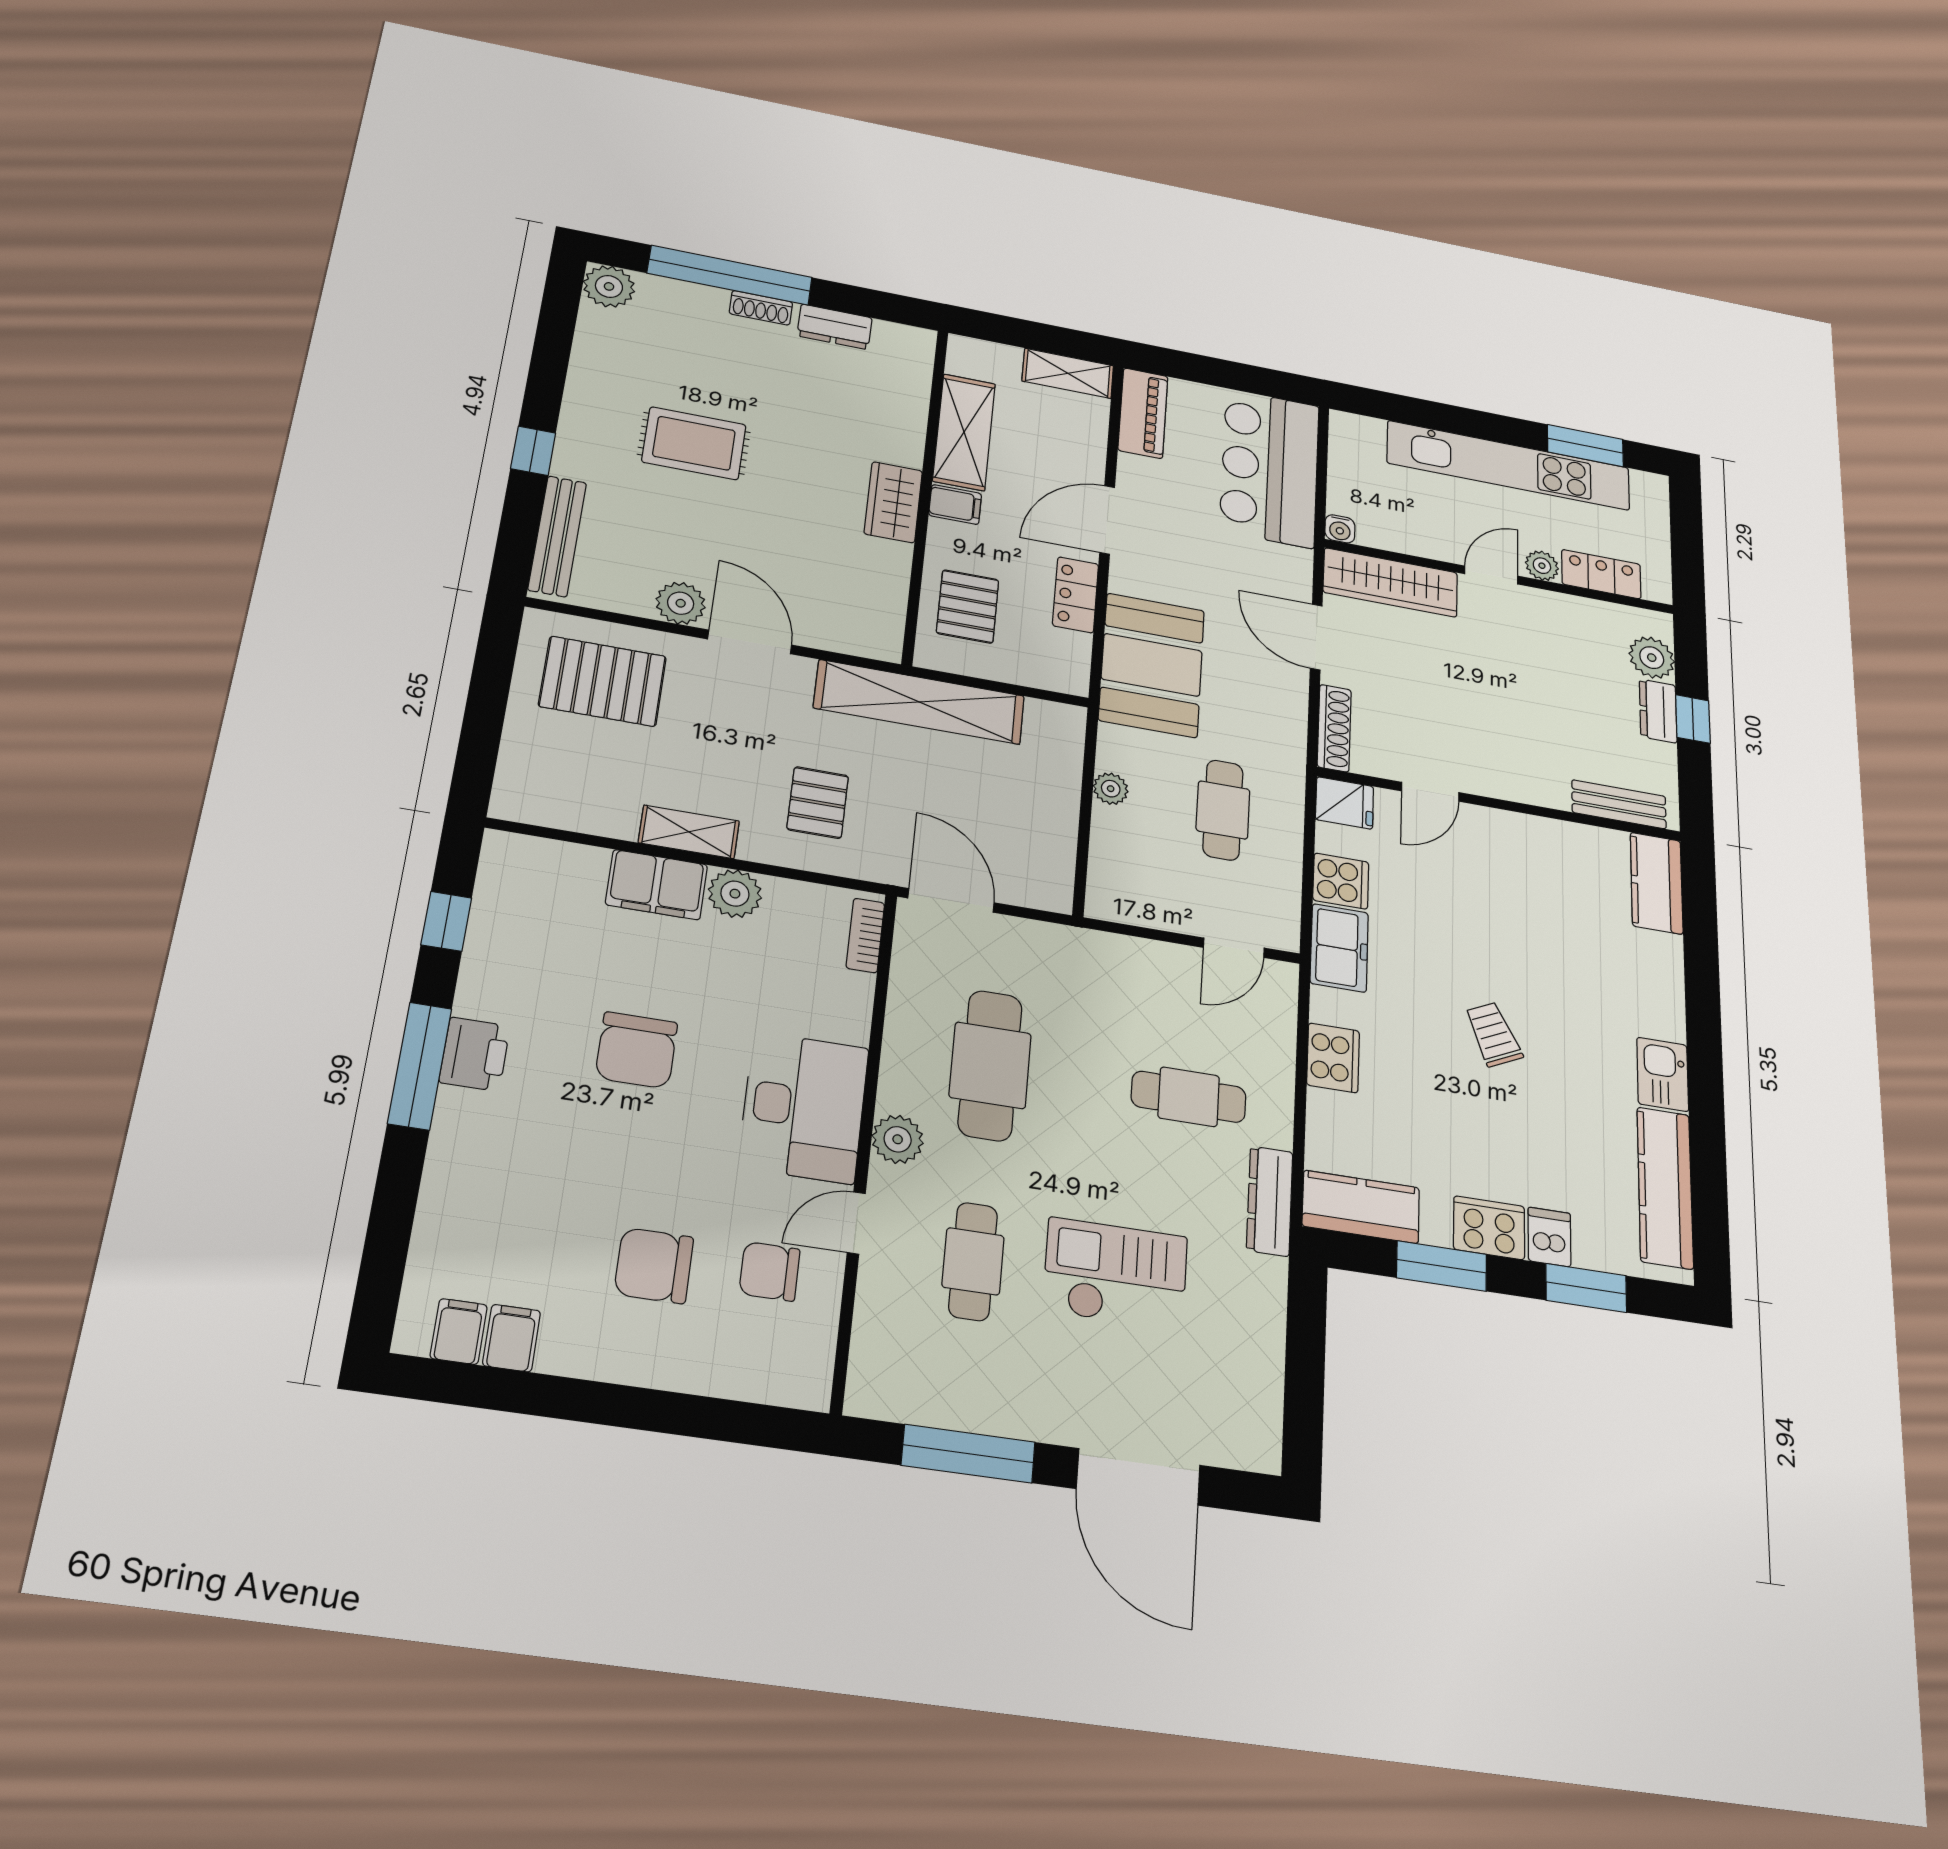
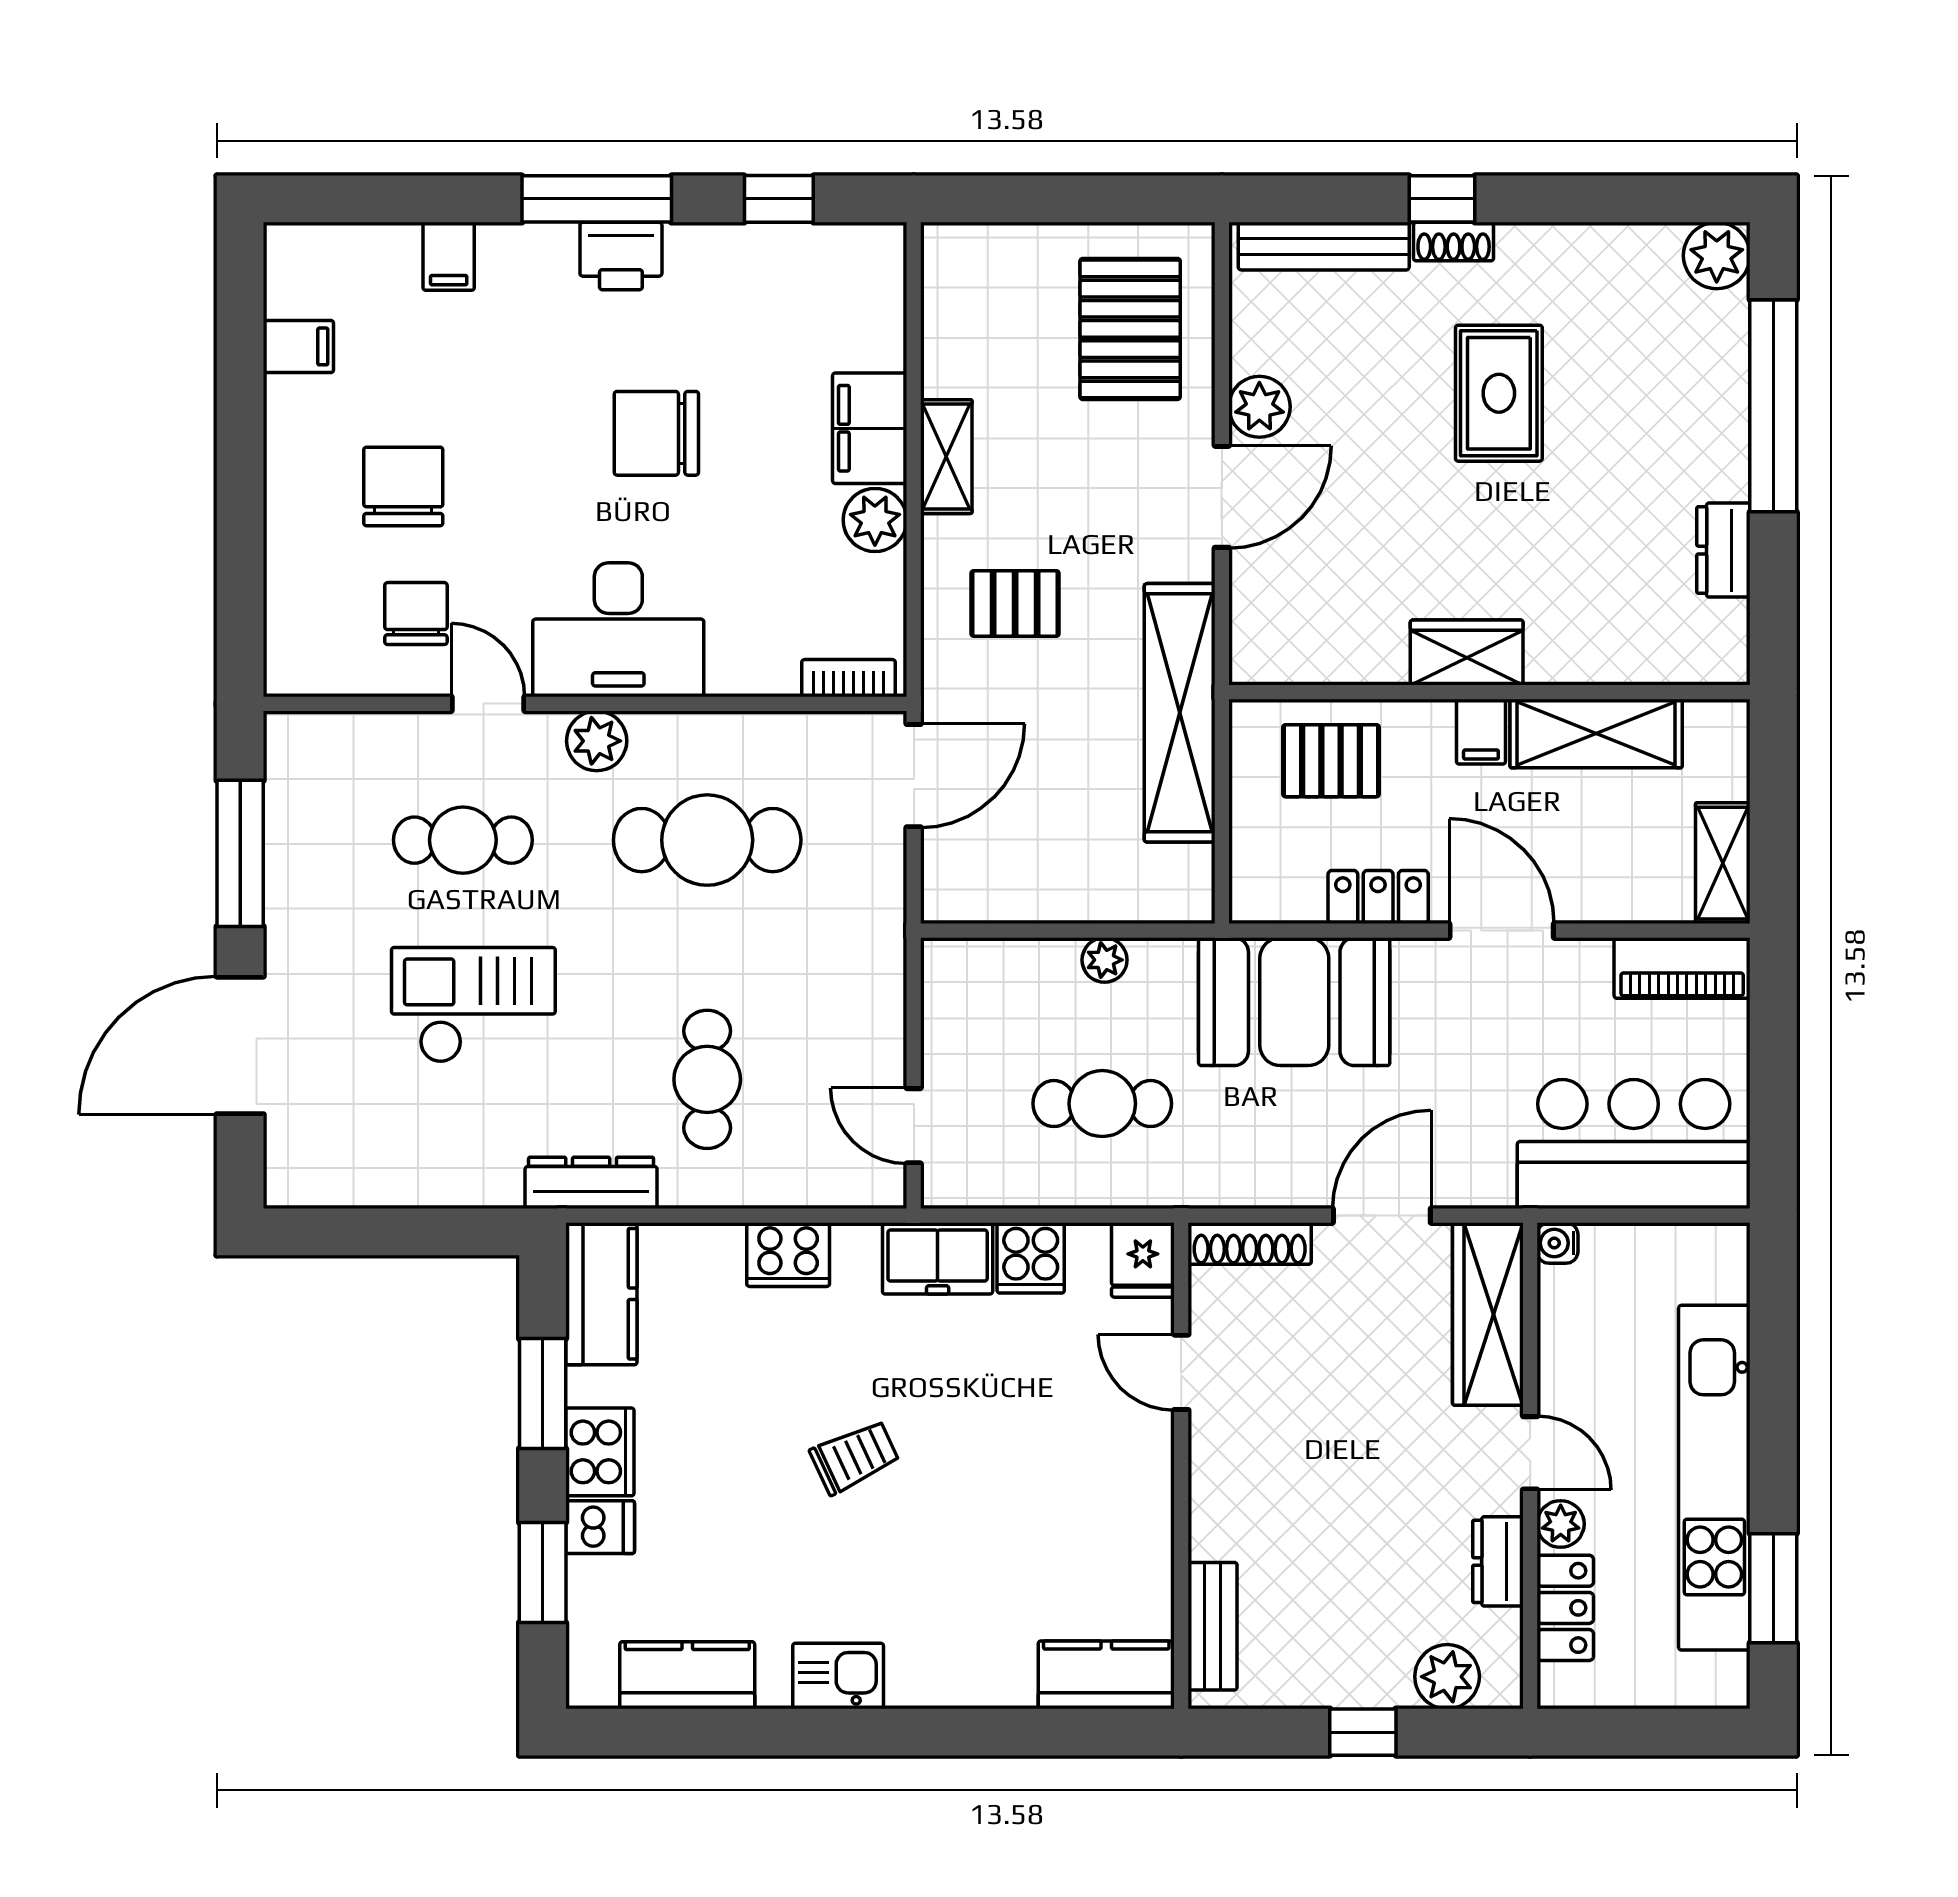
shoe rack: (761, 308) -> (1454, 242), moved, turned -90
dresser: (1658, 711) -> (1498, 1561), moved, turned -90
kitchen counter: (1665, 1188) -> (687, 1675), width x0.67
checkout: (1115, 1274) -> (473, 1005), turned -90
filing cabinet: (459, 1332) -> (449, 256), moved, turned 90

